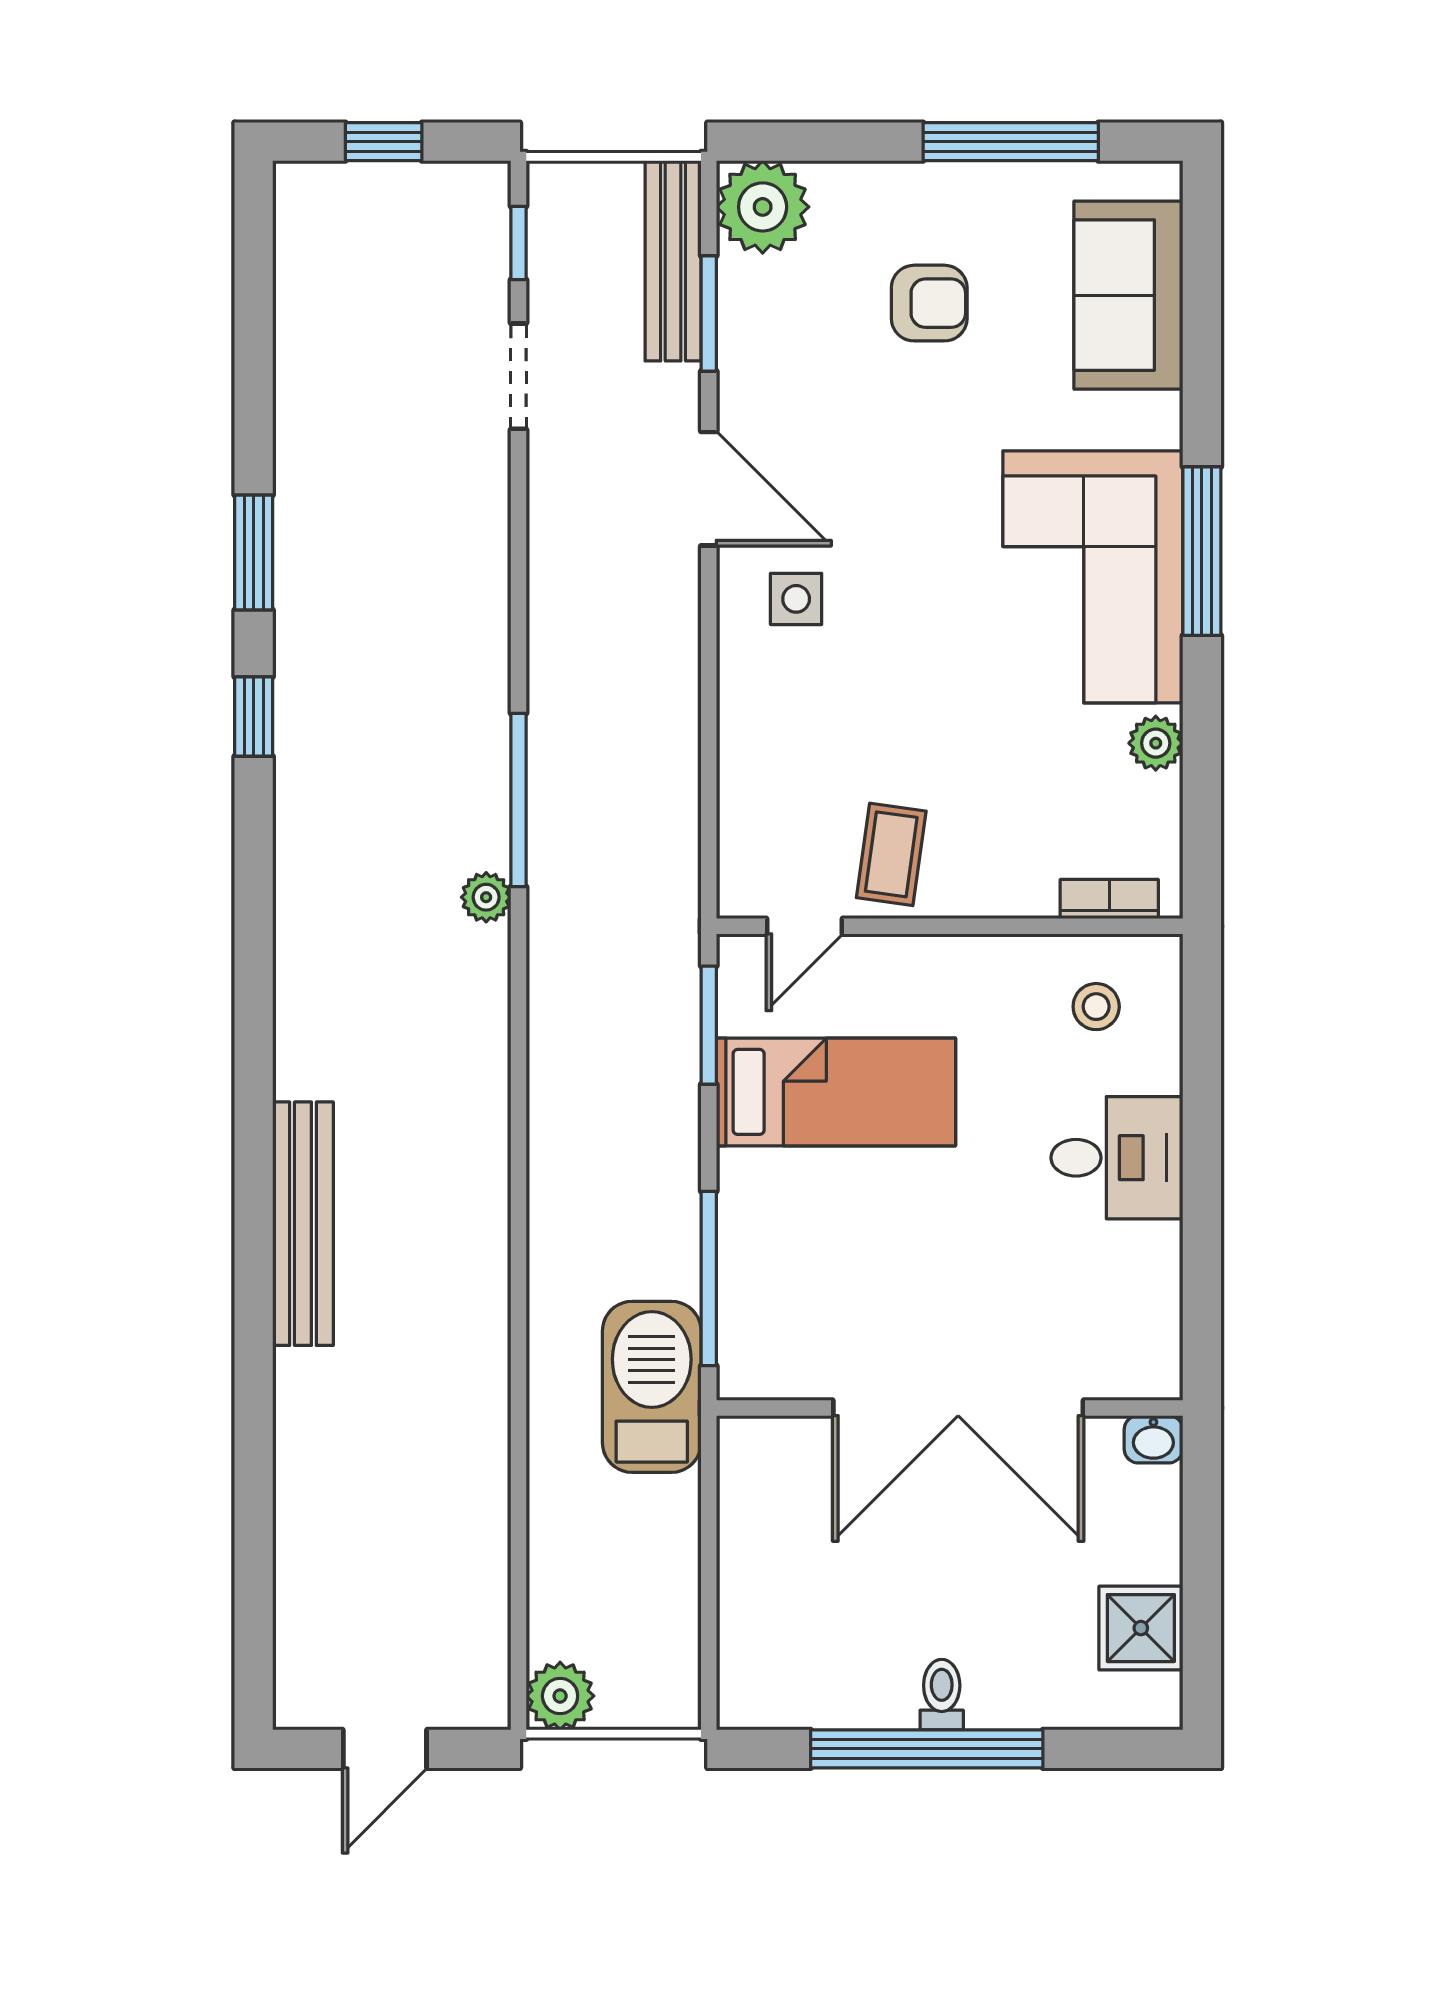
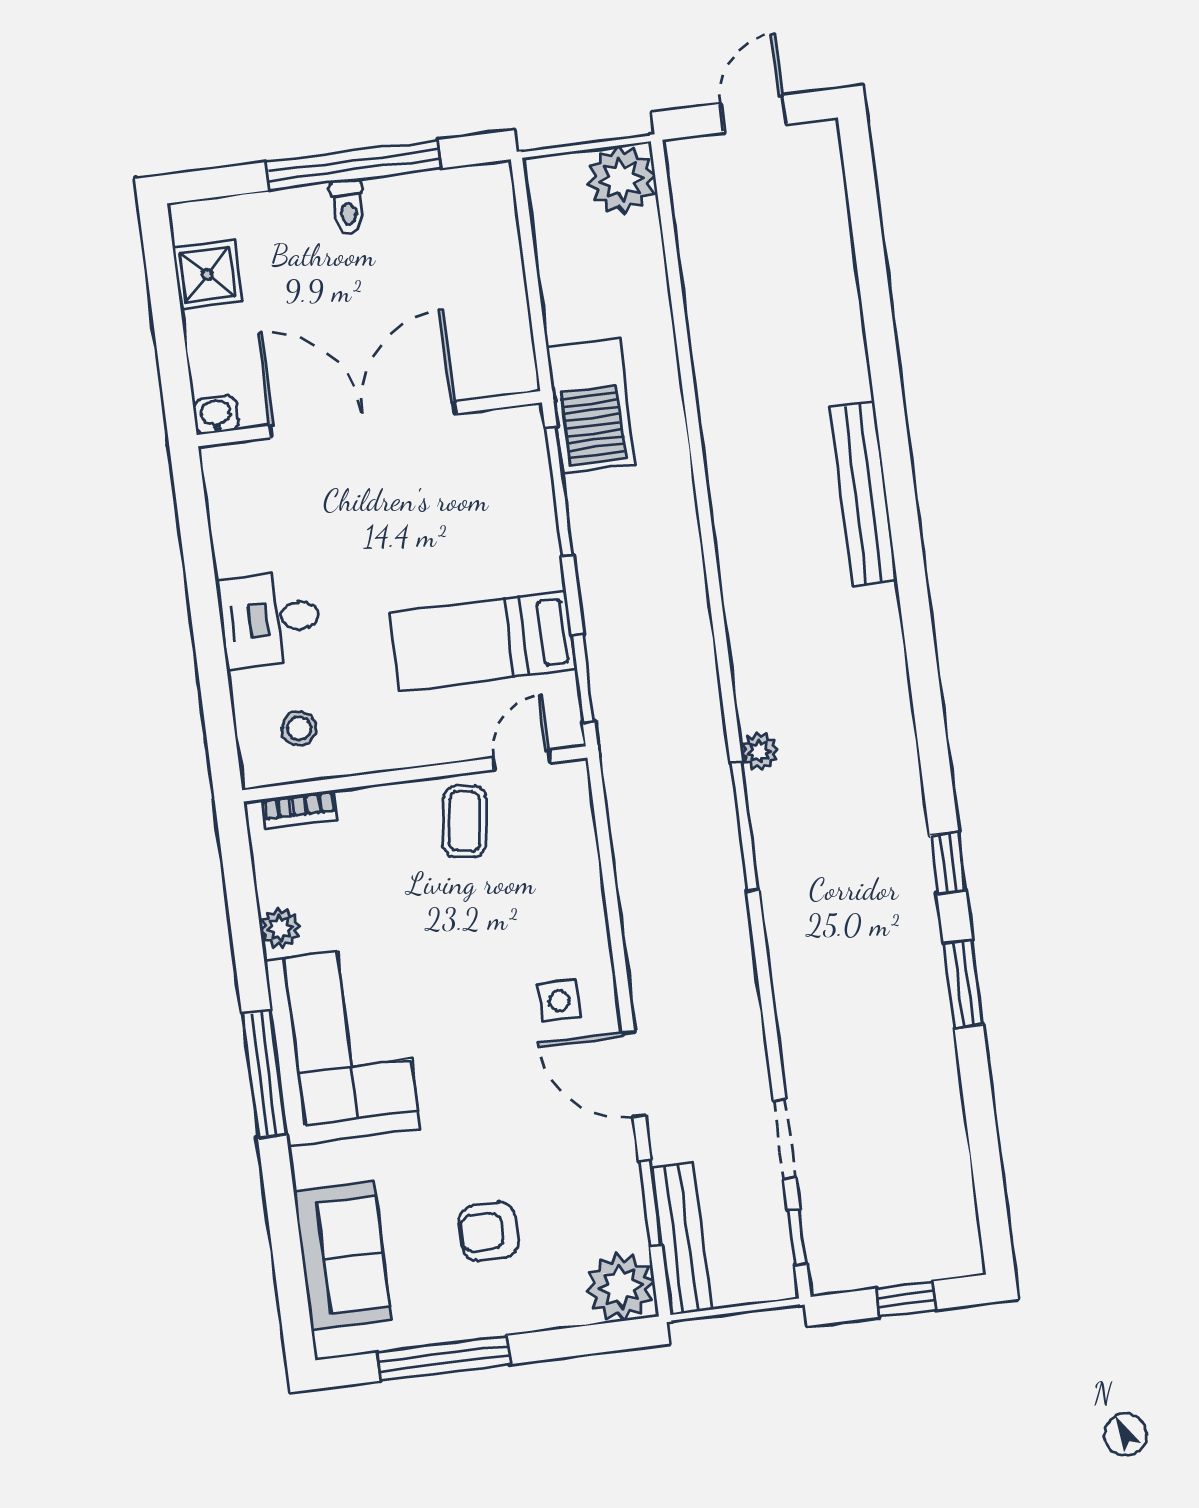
plant: (560, 1696) -> (621, 180), width x1.36, depth x1.36

